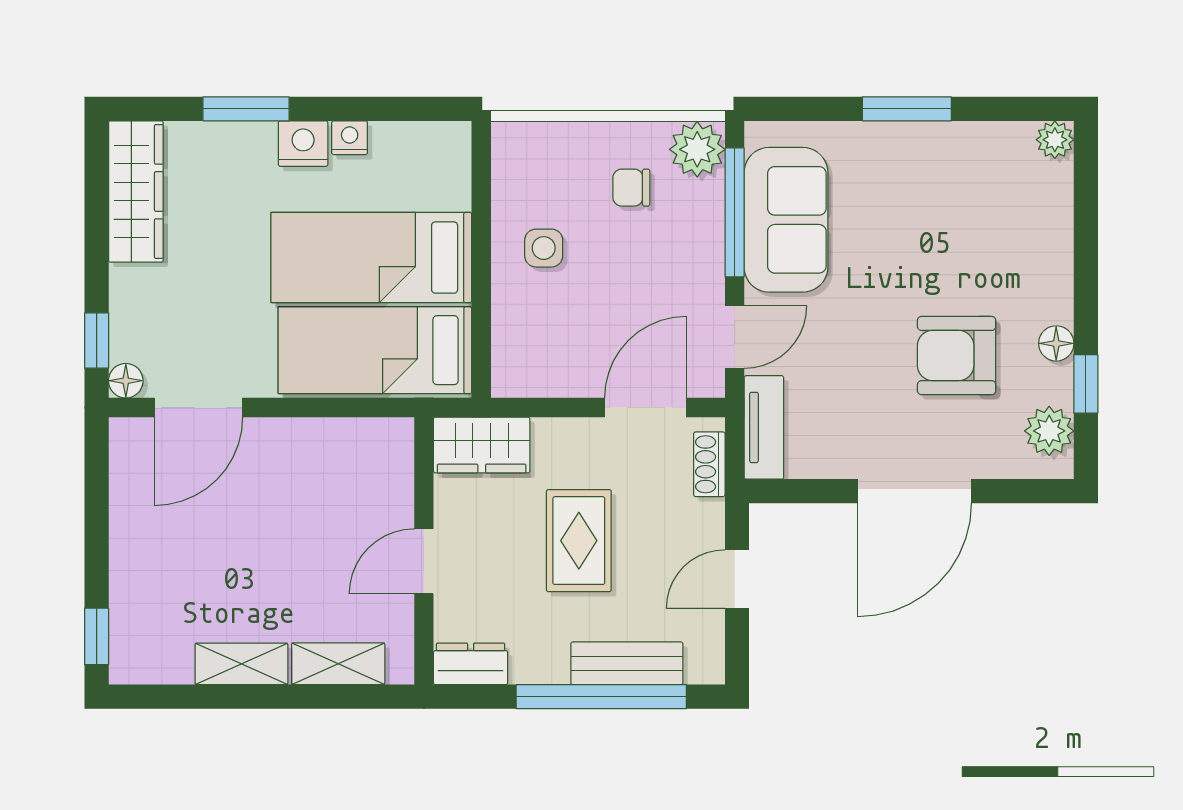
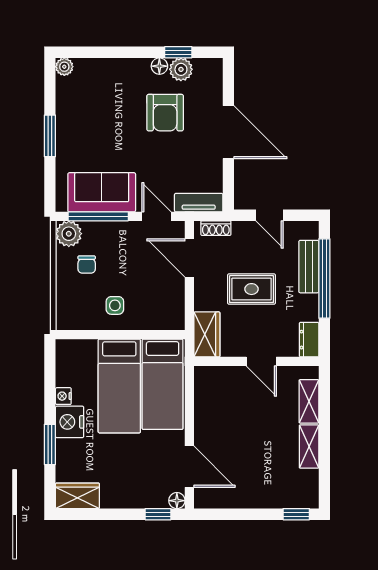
nightstand: (303, 144) -> (70, 422), width x1.36, depth x1.33
wardrobe: (136, 191) -> (77, 496), width x0.67
plant: (1049, 431) -> (181, 69), moved

